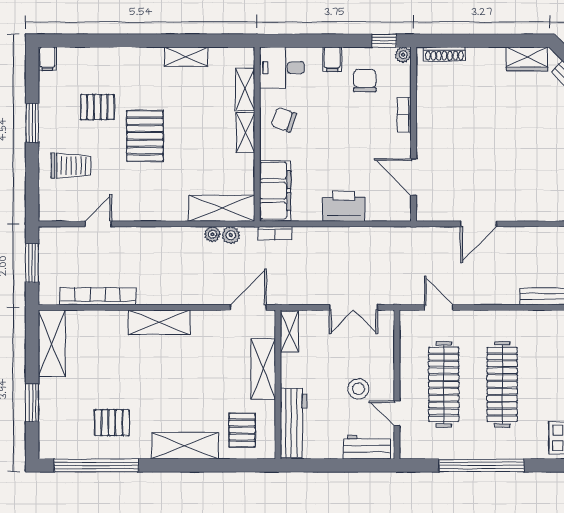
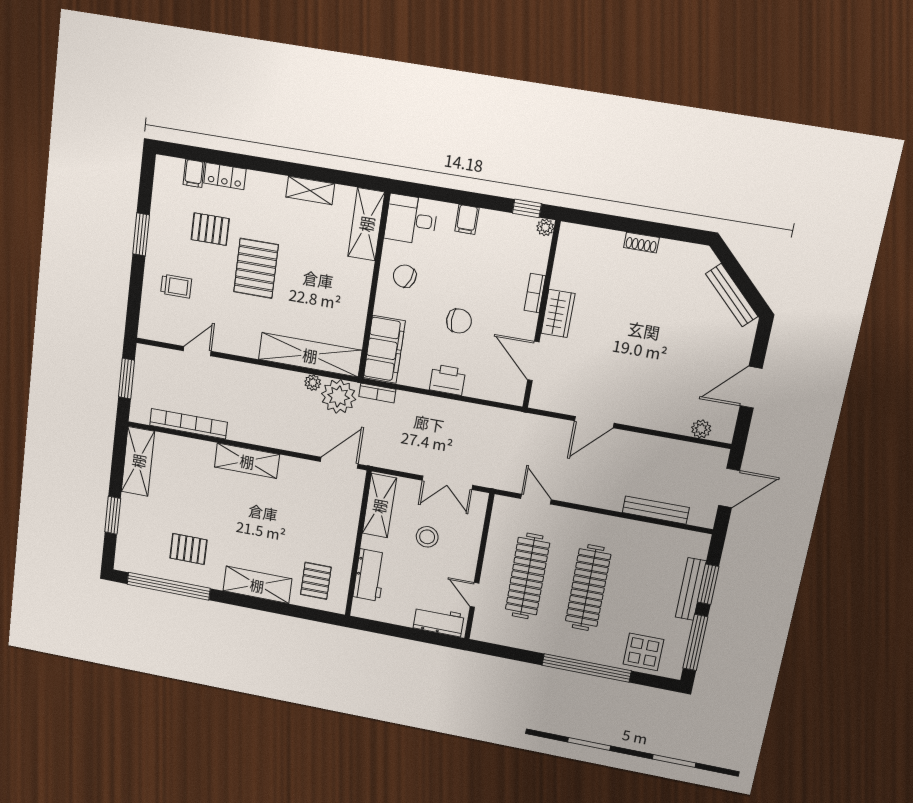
shoe rack: (444, 54) -> (641, 243), moved, width x0.70
locker: (105, 56) -> (225, 176), added
filing cabinet: (47, 59) -> (194, 173), moved
wardrobe: (527, 59) -> (558, 313), moved, turned -90
chair: (365, 81) -> (459, 321), moved, turned 90
shelving: (245, 89) -> (366, 224), width x1.50, depth x1.33
shelving: (245, 132) -> (362, 283), removed
trolley: (71, 166) -> (176, 286), width x0.73, depth x0.72
printer: (344, 206) -> (447, 380), width x0.73, depth x0.84
shelving: (222, 208) -> (310, 355), width x1.47
plant: (231, 235) -> (339, 396), width x1.88, depth x1.88
shelving: (290, 332) -> (379, 506), width x1.50, depth x1.33
shelving: (263, 369) -> (346, 526), removed
stool: (358, 389) -> (427, 537), moved
workbench: (293, 423) -> (370, 575), width x0.73
window: (481, 465) -> (587, 668), moved

